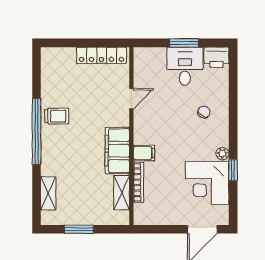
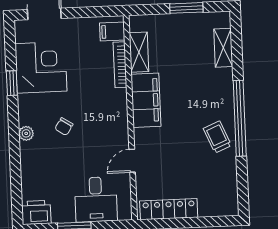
desk: (185, 66) -> (96, 199), moved
chair: (204, 112) -> (64, 127), moved
trolley: (57, 116) -> (217, 137), turned 67
filing cabinet: (144, 153) -> (112, 32), moved
plant: (222, 154) -> (26, 133), moved

